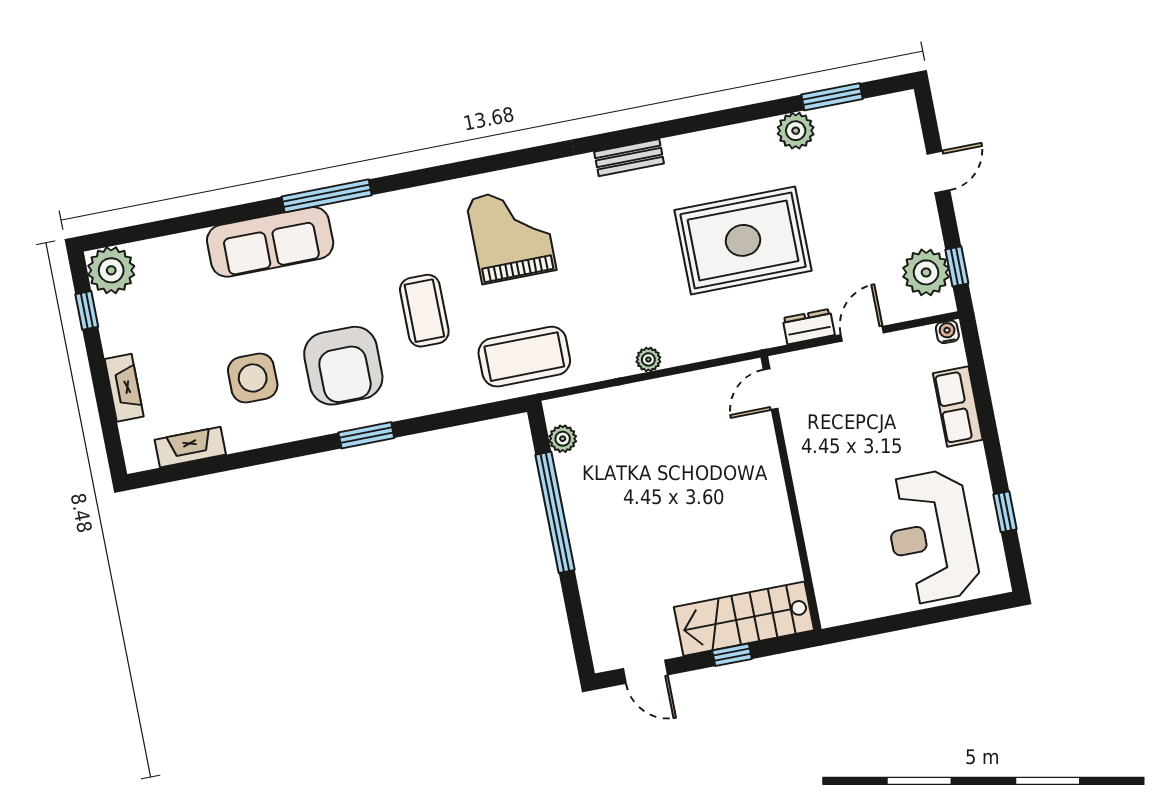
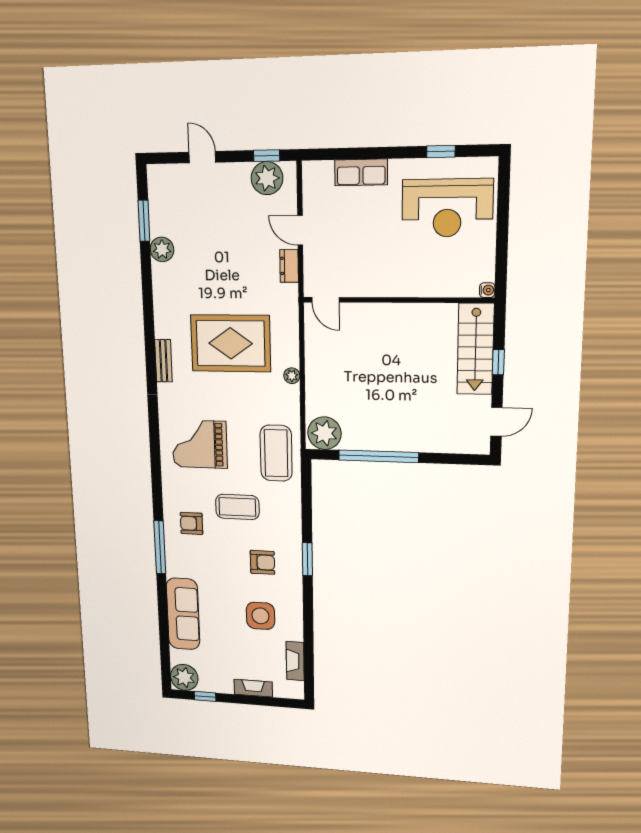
rug: (743, 240) -> (231, 343), moved, turned 90
sofa: (270, 242) -> (183, 614), moved
armchair: (379, 242) -> (192, 523), added
water cooler: (947, 332) -> (487, 290), moved, turned 180
armchair: (343, 366) -> (262, 562), width x0.53, depth x0.53
plant: (563, 439) -> (324, 433), width x1.87, depth x1.87

